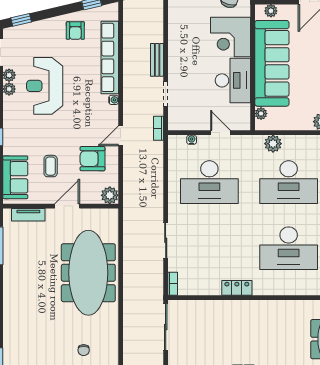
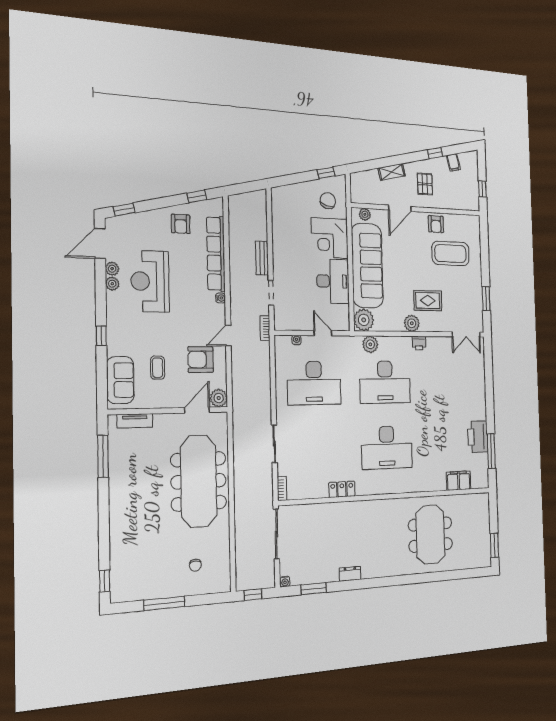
plant: (261, 114) -> (364, 320), width x1.87, depth x1.87
door: (67, 206) -> (197, 410), moved

